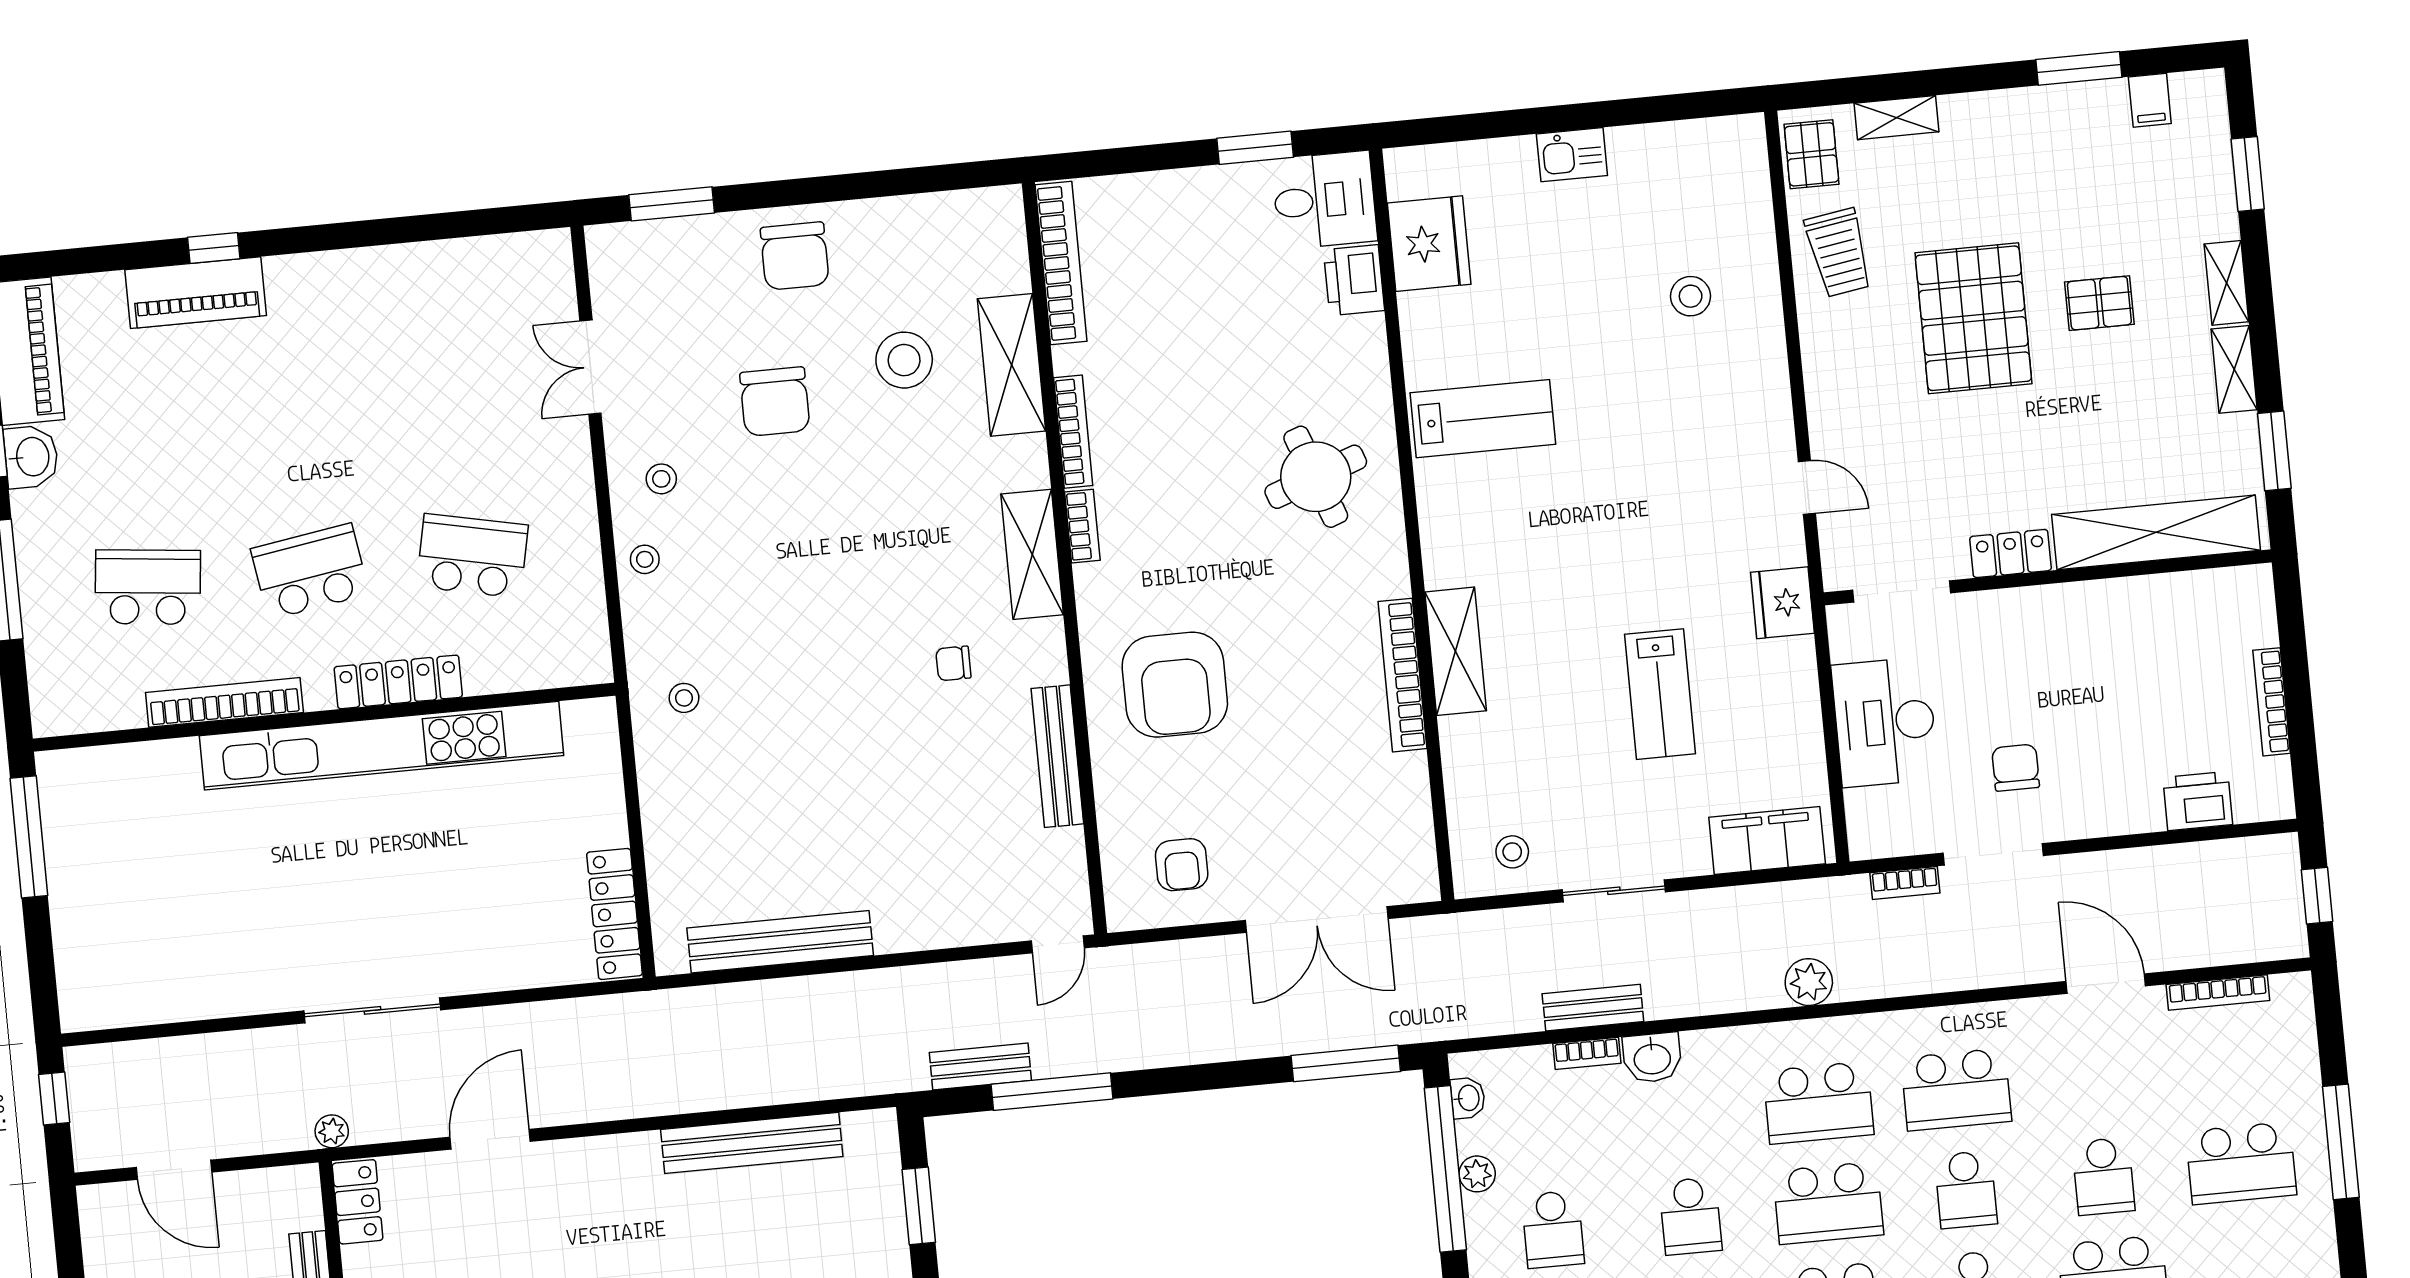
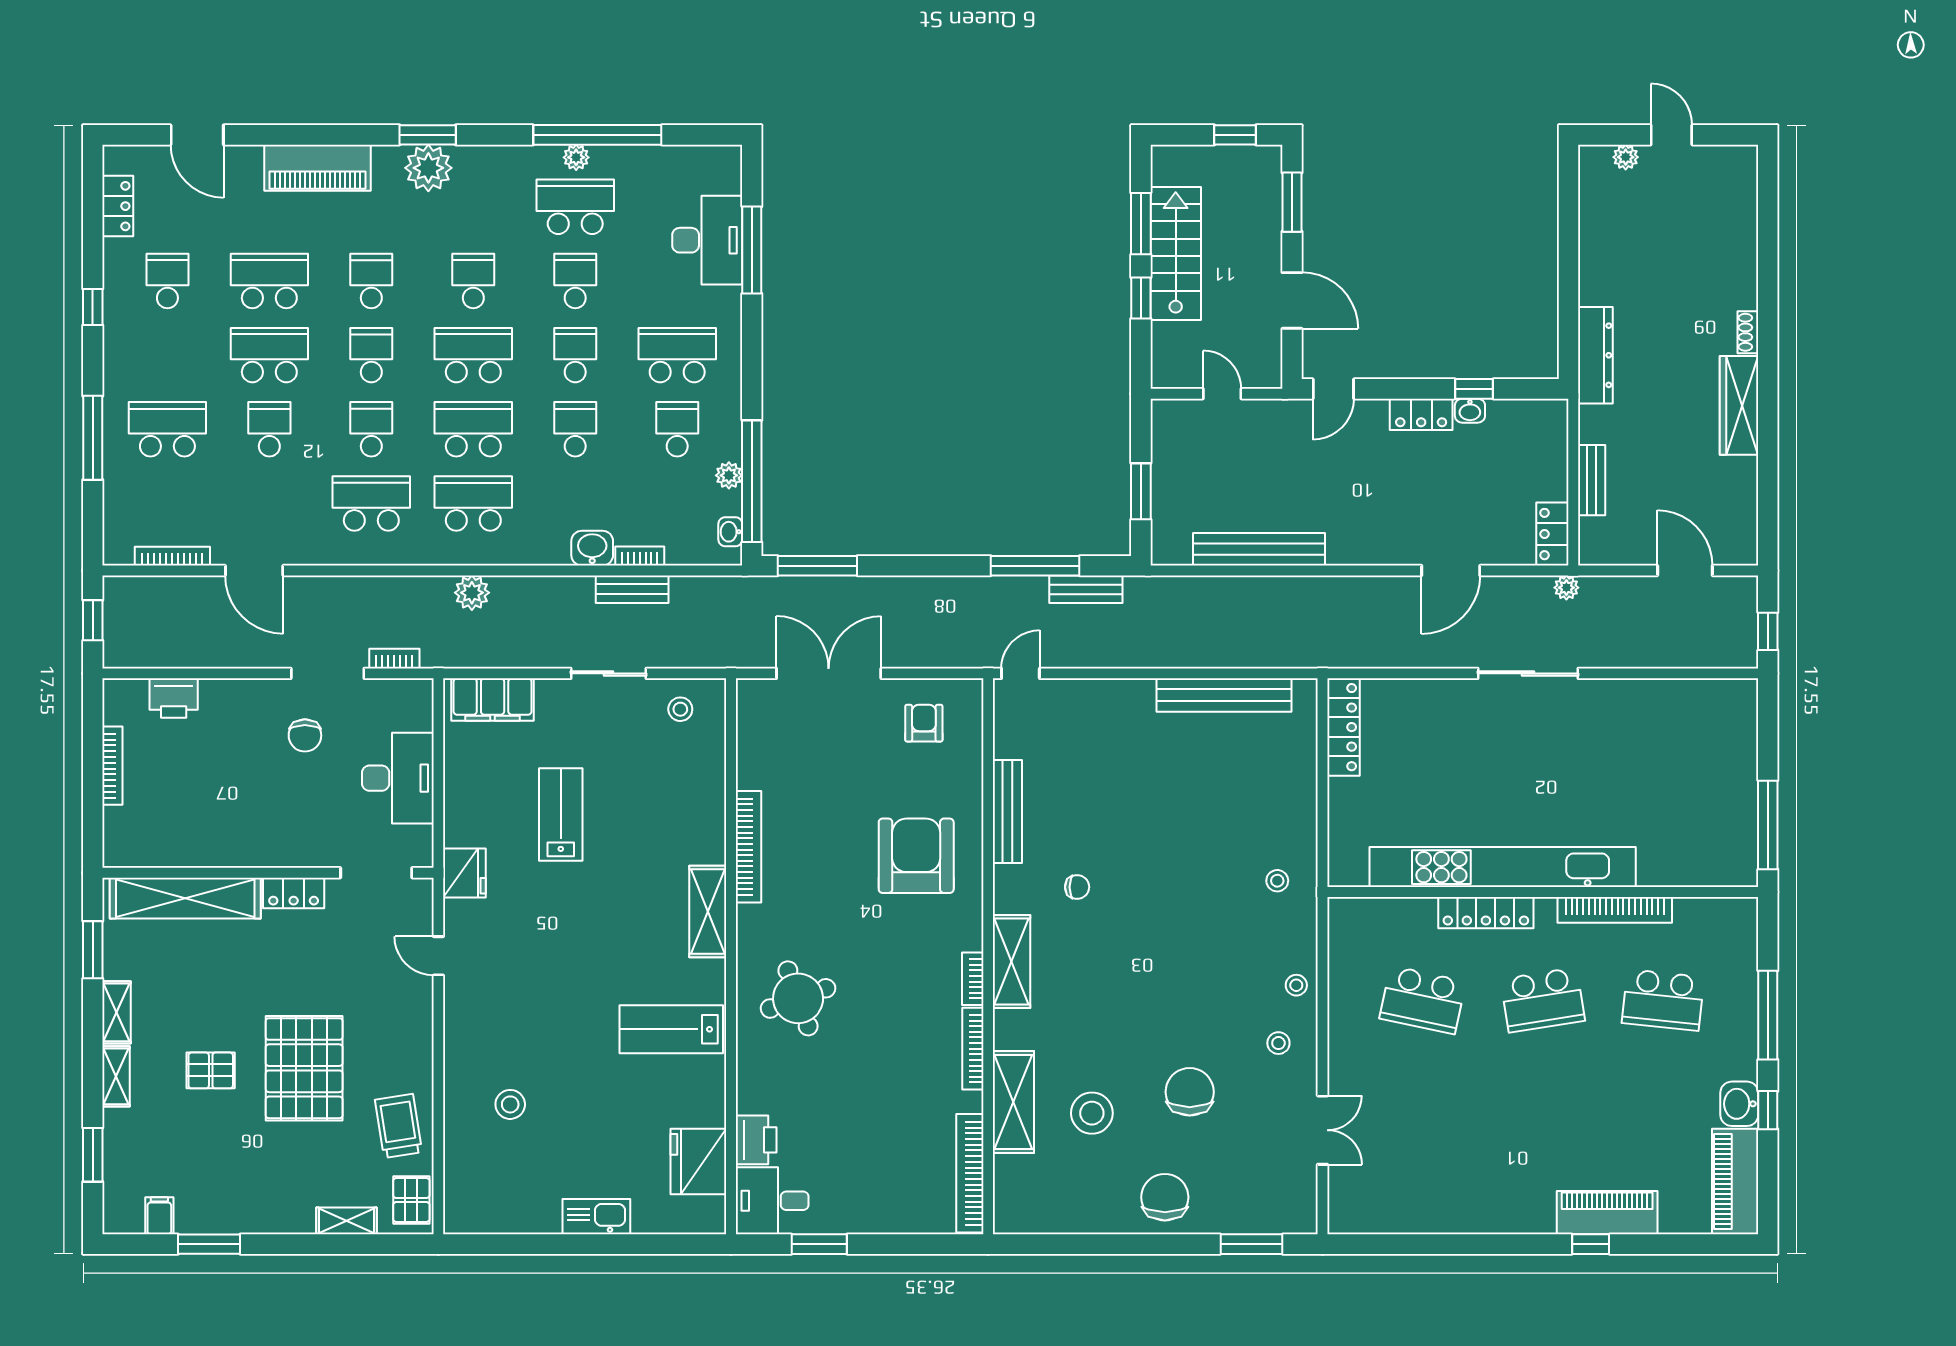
kitchen sink: (1572, 155) -> (596, 1217), width x1.38
shelving: (1456, 651) -> (708, 912), moved

